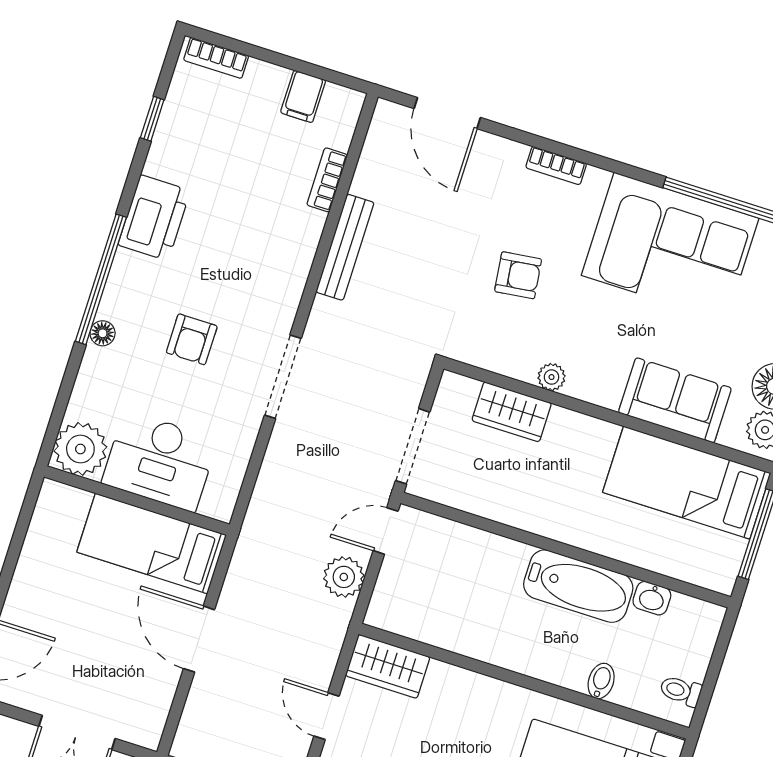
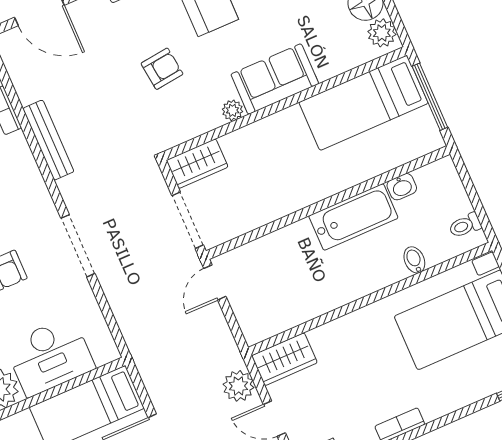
sofa: (675, 400) -> (275, 79), moved
wardrobe: (512, 412) -> (197, 164), moved
plant: (344, 577) -> (238, 386), moved

